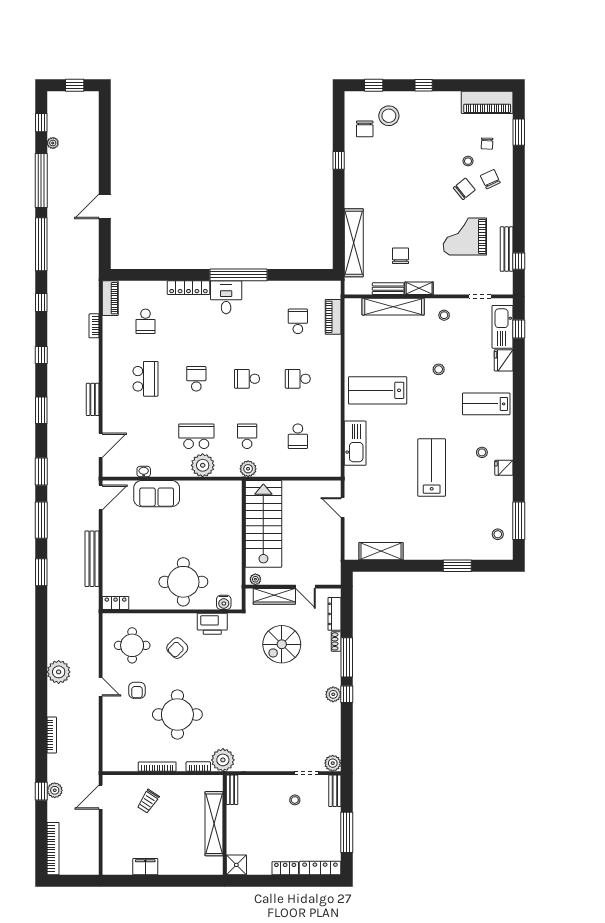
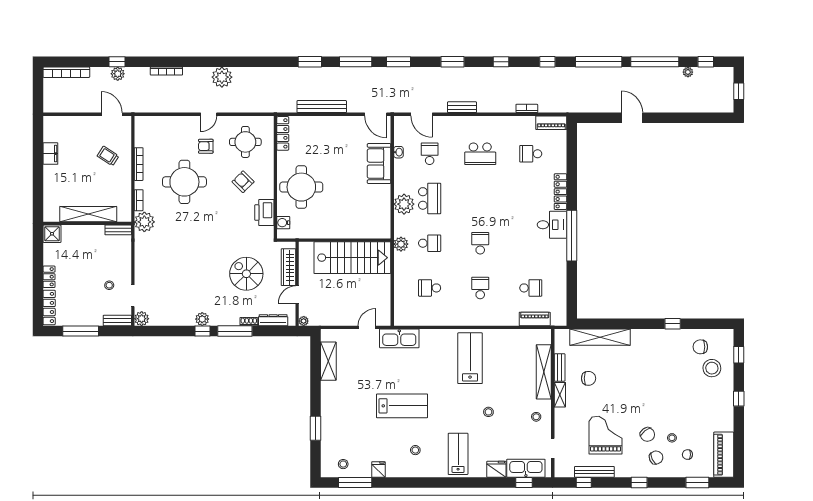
window: (519, 198) -> (639, 483), added
school desk: (196, 379) -> (430, 154), moved, turned -90
kitchen sink: (355, 443) -> (399, 338), moved
fridge: (504, 468) -> (378, 469), moved
plant: (255, 579) -> (304, 321), moved
locker: (116, 603) -> (283, 133), width x1.53

